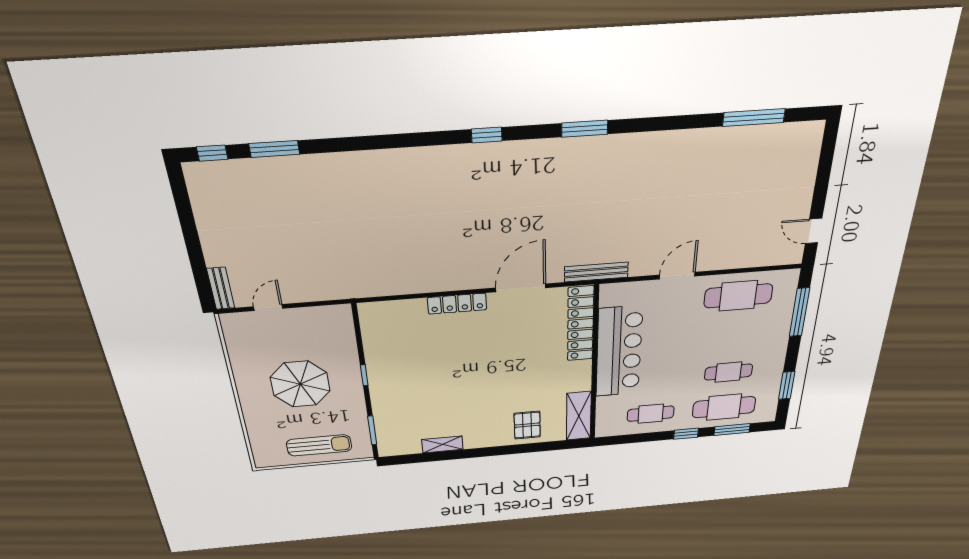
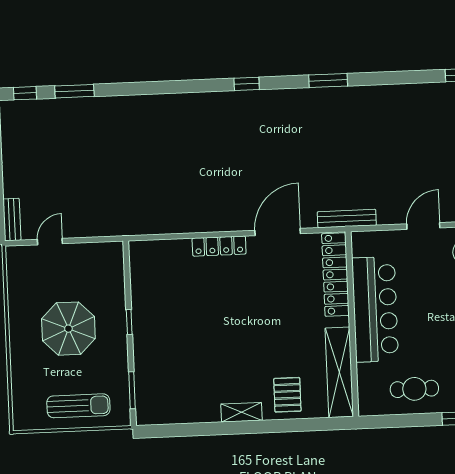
shelving: (579, 416) -> (339, 372), width x1.47
shelving: (442, 444) -> (242, 412), moved

